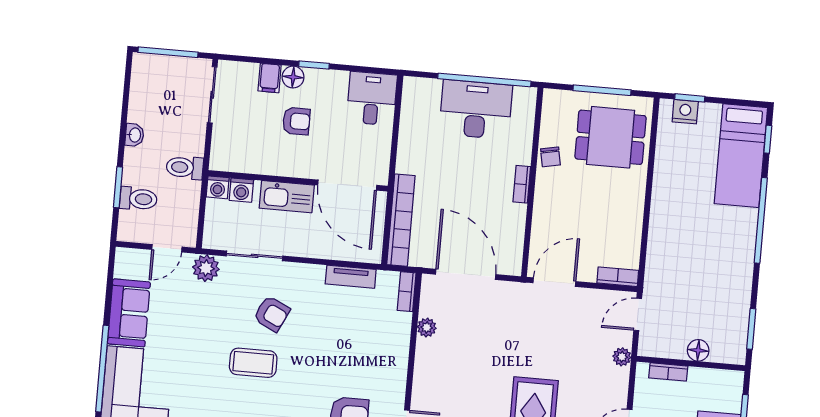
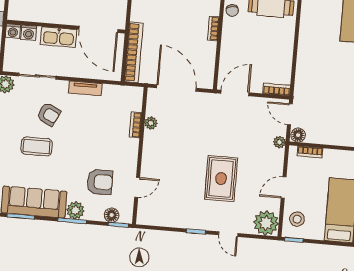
tv unit: (351, 277) -> (85, 88), moved
bookcase: (407, 292) -> (135, 125), moved
door: (638, 314) -> (290, 114), hinge flipped
floor lamp: (698, 350) -> (298, 135), moved

